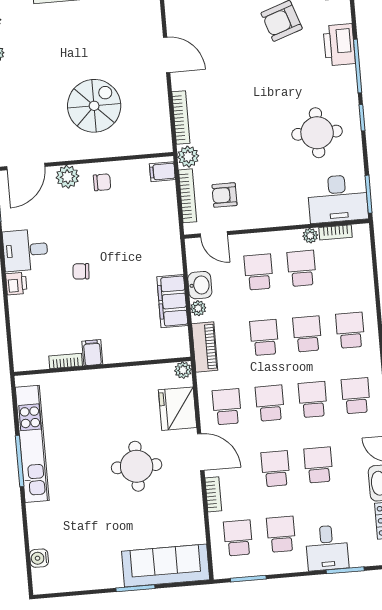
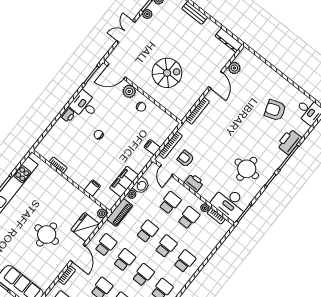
plant: (188, 157) -> (234, 68), moved
filing cabinet: (162, 172) -> (152, 147), moved
printer: (265, 216) -> (194, 183), added
filing cabinet: (92, 353) -> (92, 188), moved

